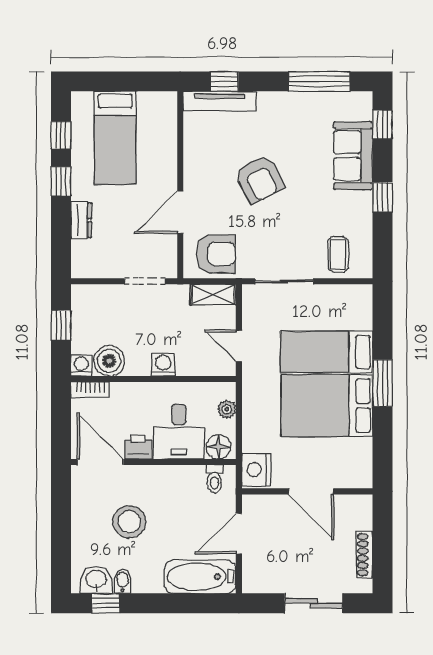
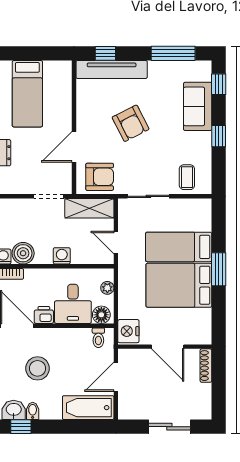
tv unit: (220, 101) -> (112, 69), width x1.36, depth x1.29
shelving: (213, 294) -> (89, 208), width x1.50, depth x1.33
shoe rack: (365, 555) -> (206, 366), moved

